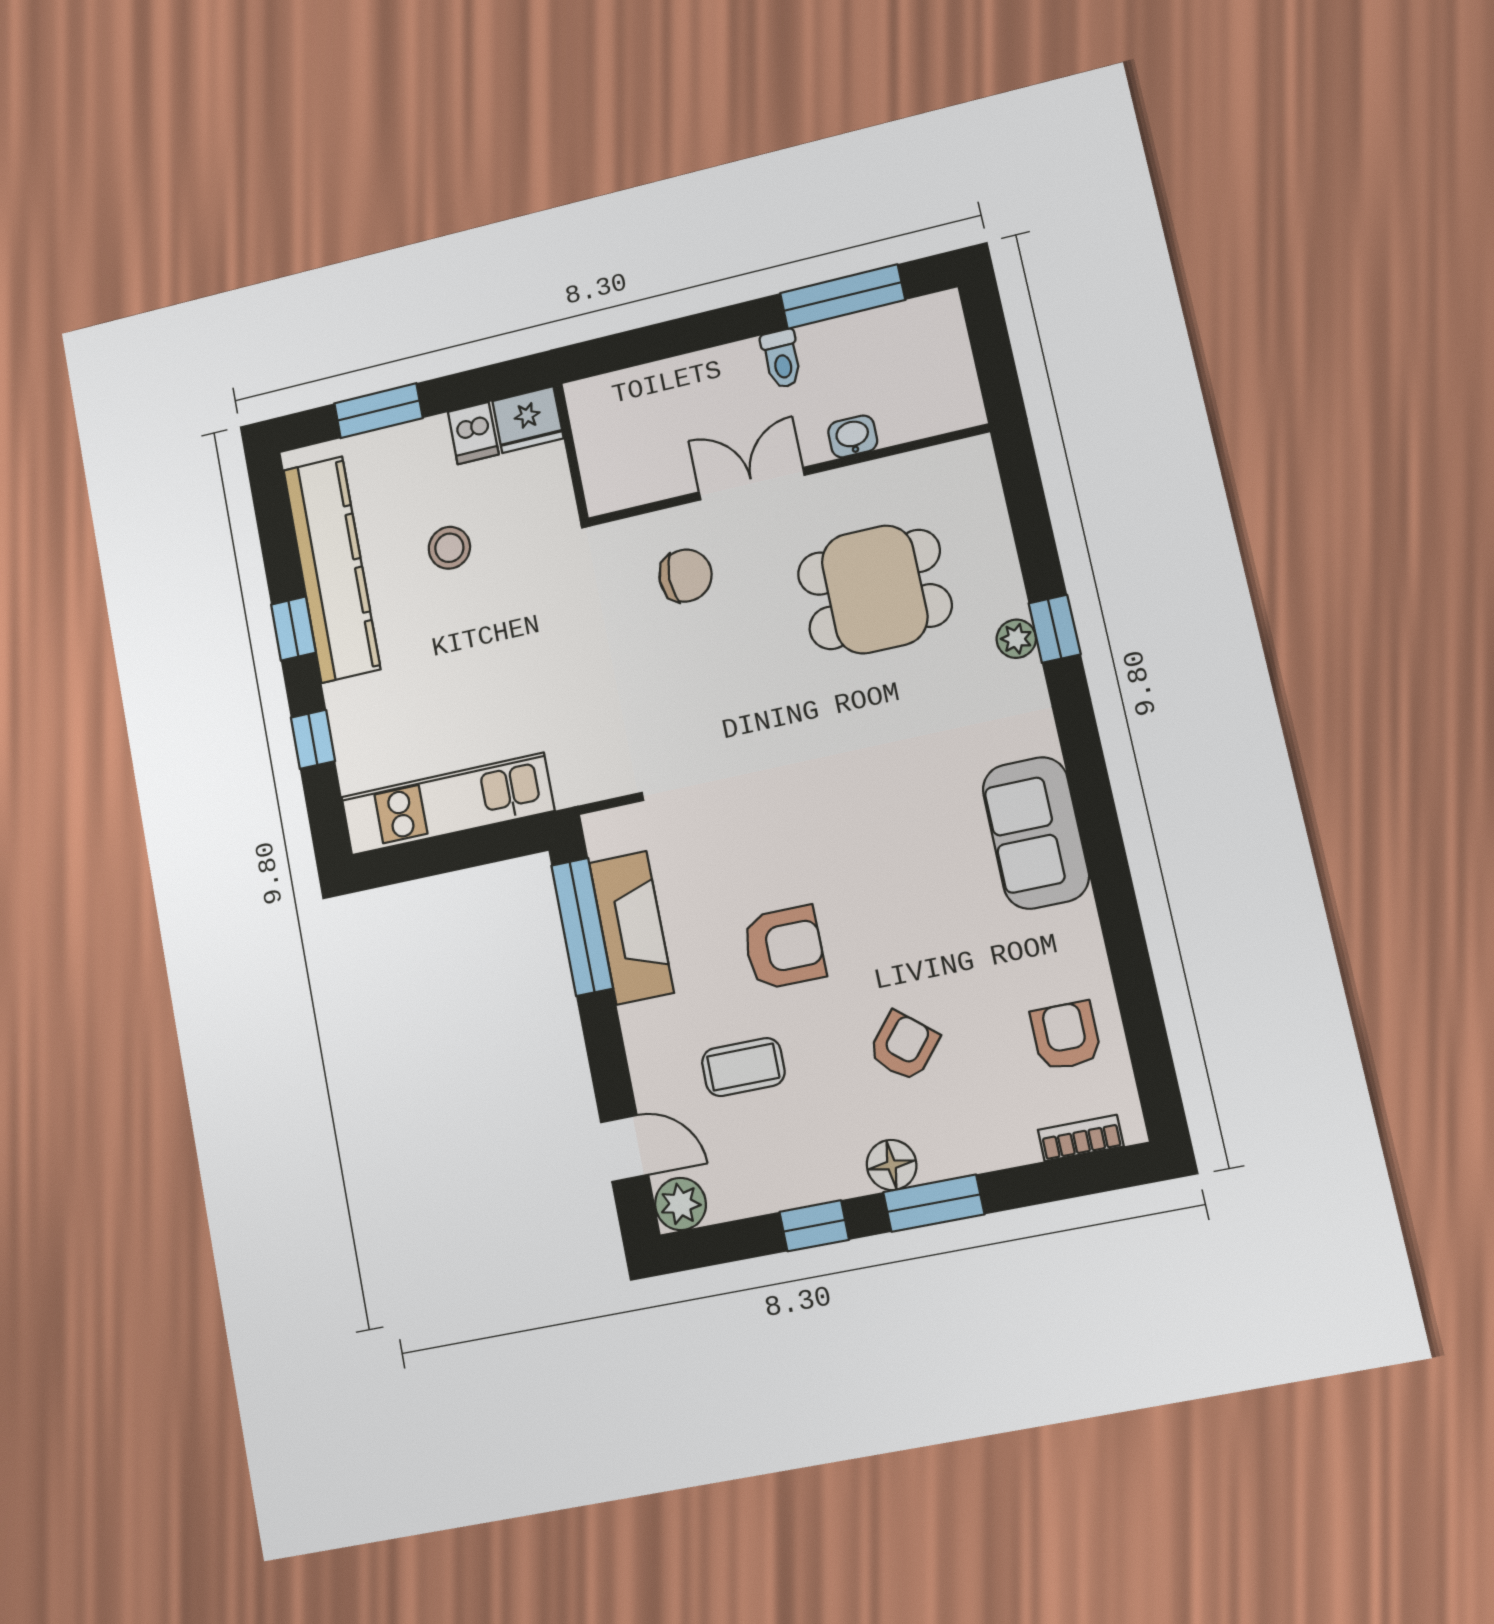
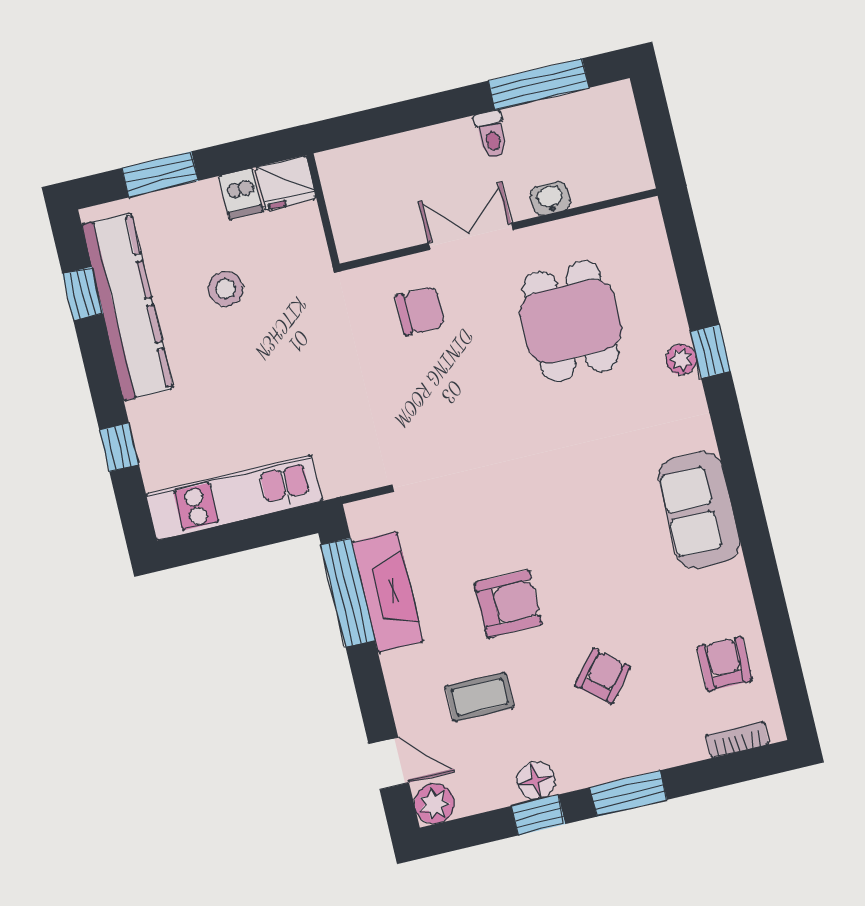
dining table: (875, 589) -> (571, 321), turned 90
window: (293, 629) -> (83, 294), moved
floor lamp: (892, 1165) -> (536, 781), moved

